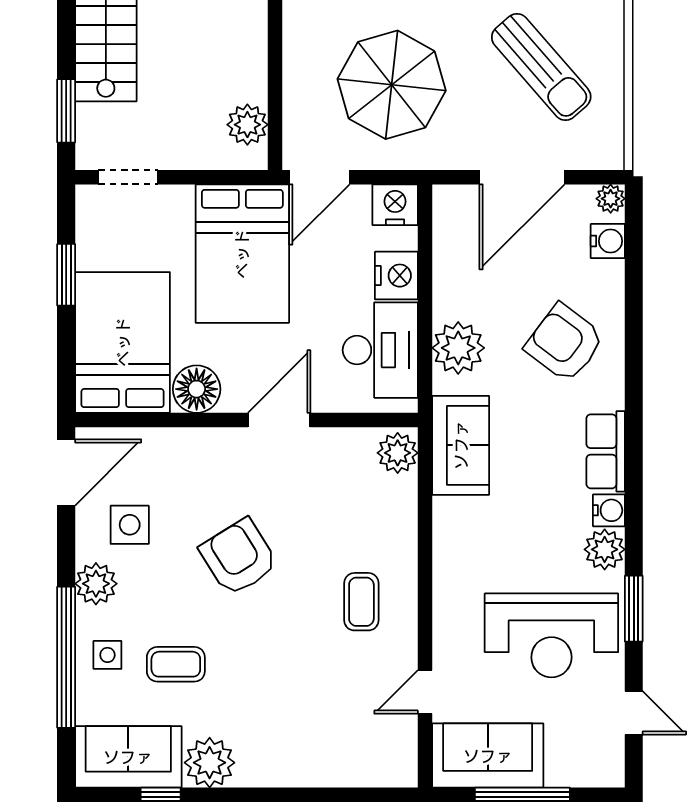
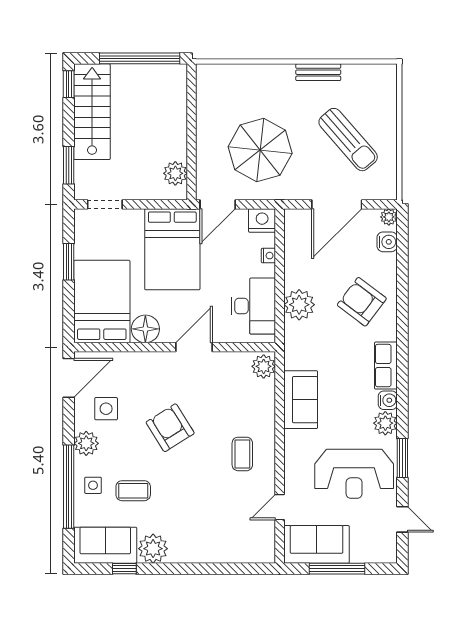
nightstand: (396, 276) -> (268, 256), width x0.53, depth x0.56
sofa: (461, 445) -> (301, 400), moved

